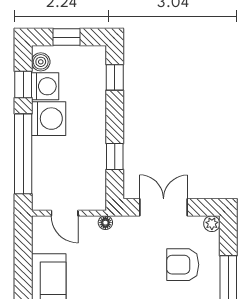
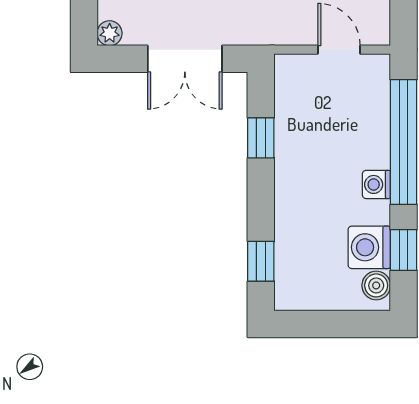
window: (67, 37) -> (336, 324), removed
washing machine: (49, 119) -> (376, 184), width x0.53, depth x0.53
floor lamp: (105, 223) -> (275, 35), removed

